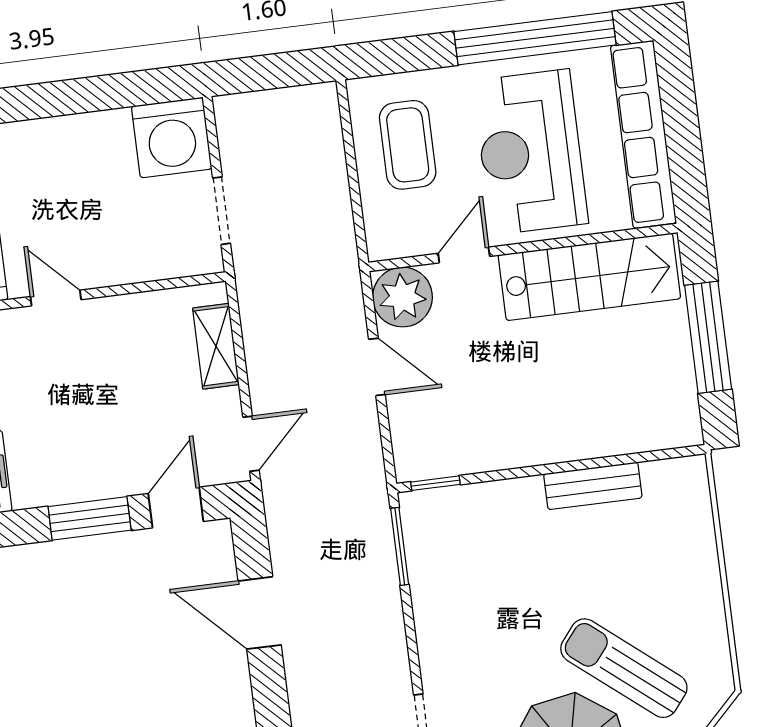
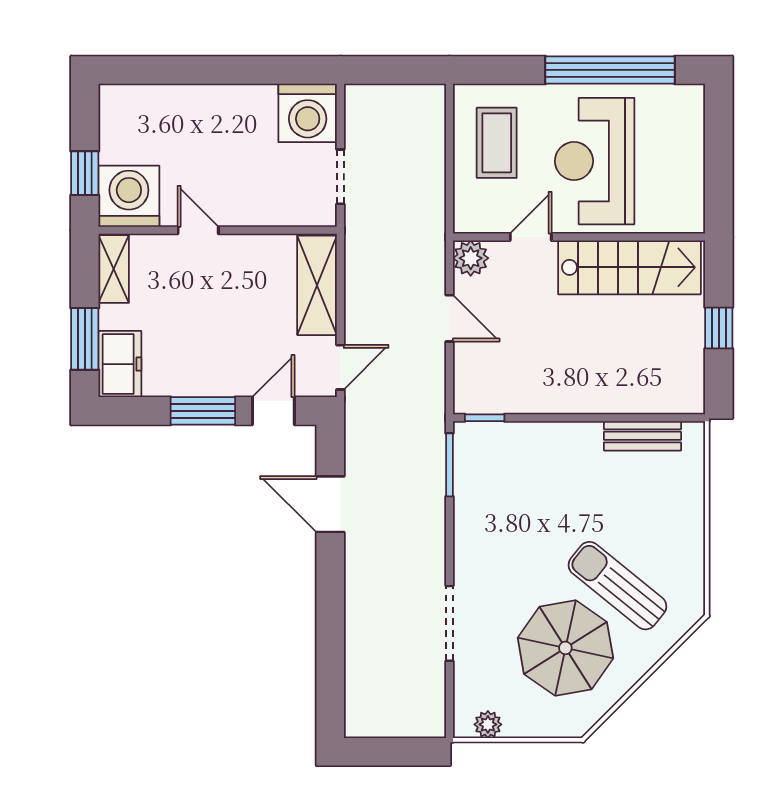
row of seats: (643, 134) -> (687, 158), removed
plant: (403, 297) -> (471, 258), width x0.73, depth x0.73
window: (708, 337) -> (719, 328), width x0.46
shelving: (216, 346) -> (317, 285), width x1.50, depth x1.33
bench: (593, 486) -> (642, 436), moved

